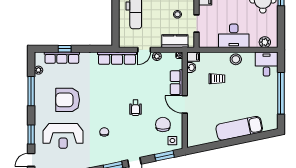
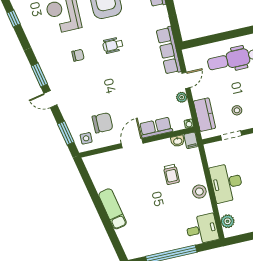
door: (144, 50) -> (186, 80), swing flipped
wheelchair: (135, 108) -> (113, 45), moved
exam couch: (239, 128) -> (113, 209), width x0.73, depth x0.69

